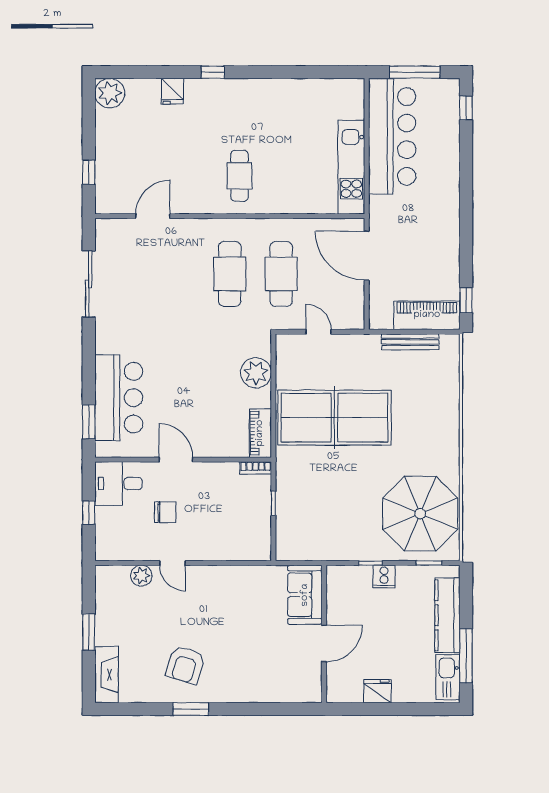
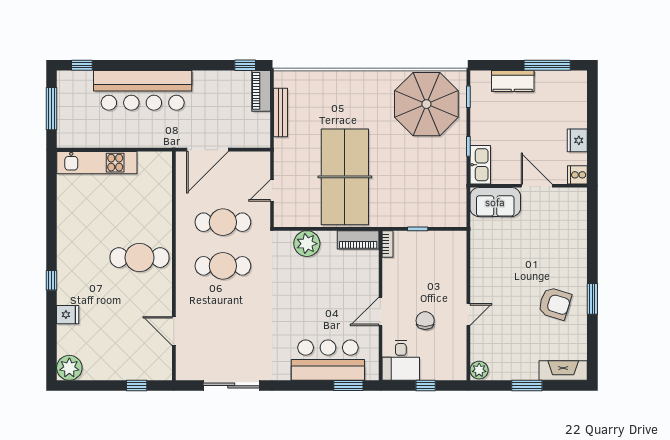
bar counter: (392, 136) -> (143, 90), moved, turned 180
kitchen unit: (351, 167) -> (97, 163), moved
cafe table: (240, 176) -> (140, 258), width x1.37, depth x1.35
piano: (427, 315) -> (261, 91), width x0.73, depth x0.75
plant: (141, 576) -> (479, 370), moved
cooker: (384, 576) -> (577, 175), moved, turned 180
kitchen counter: (447, 615) -> (513, 81), width x0.67
kitchen sink: (448, 677) -> (480, 165), moved, turned -90

